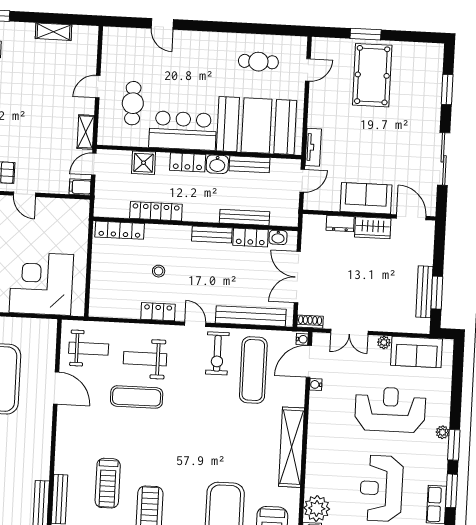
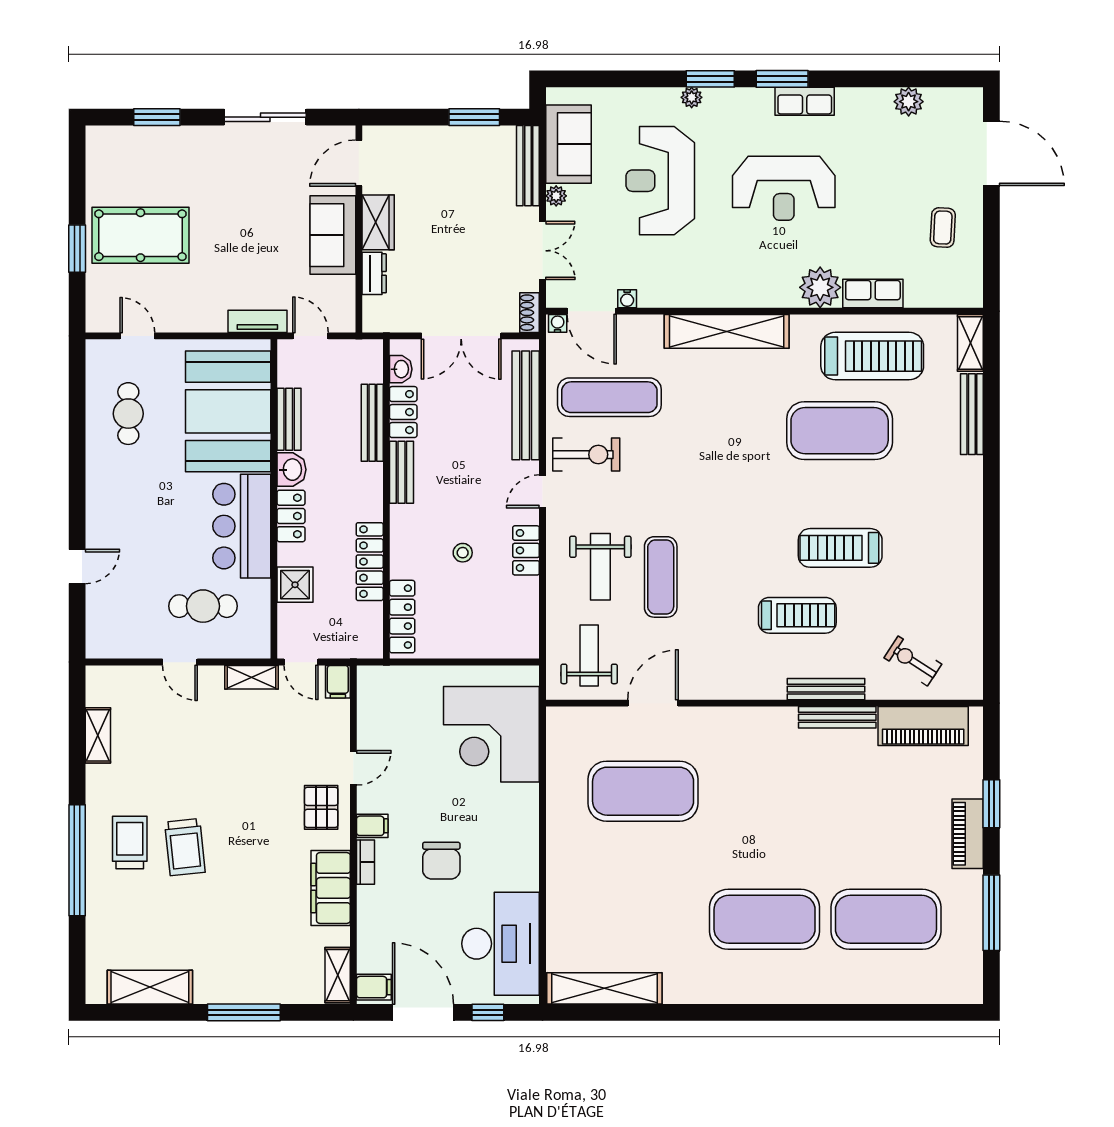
bench: (424, 292) -> (528, 166), moved, turned 90

